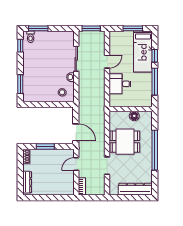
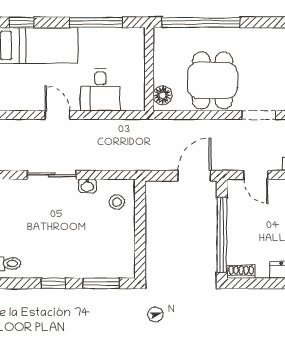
window: (20, 46) -> (53, 283), moved
window: (155, 56) -> (21, 22), moved
floor lamp: (134, 116) -> (163, 95), moved
window: (45, 146) -> (222, 235), width x2.11
window: (155, 150) -> (201, 22), moved

